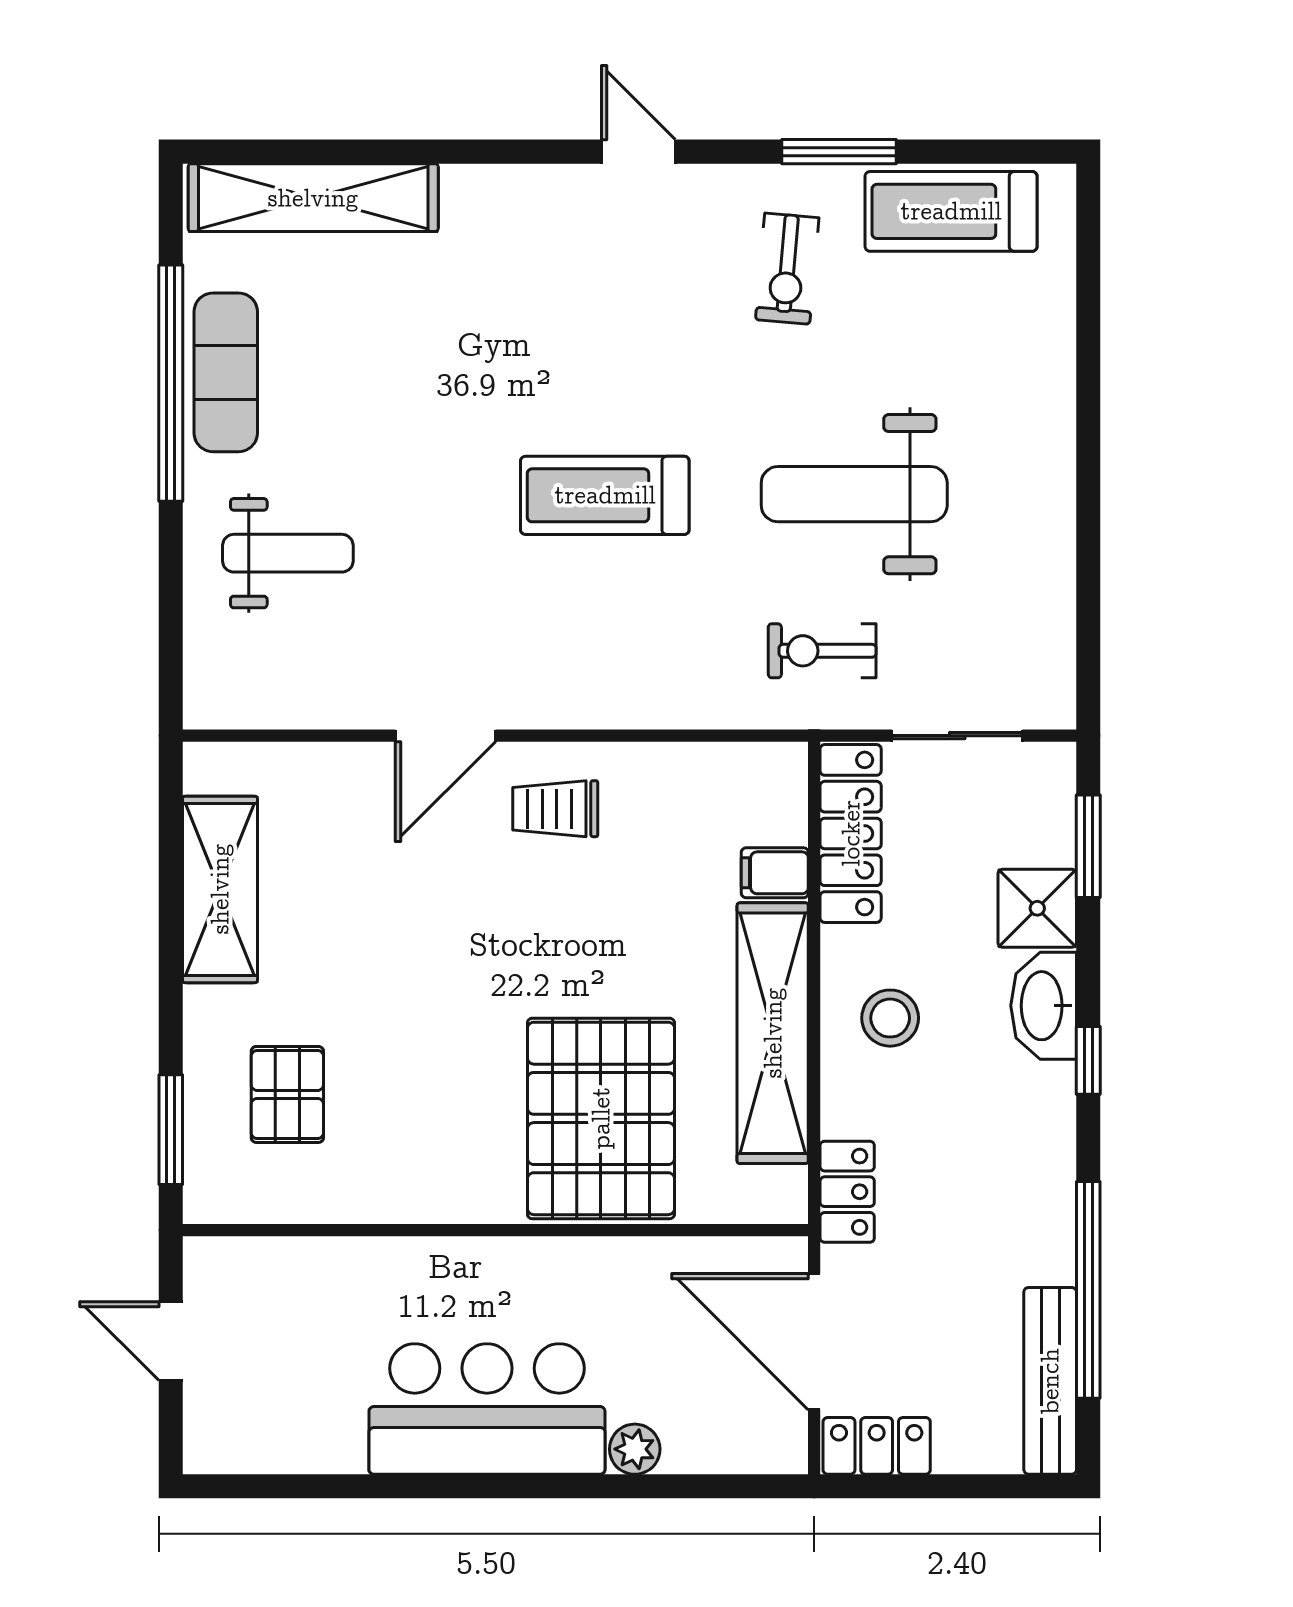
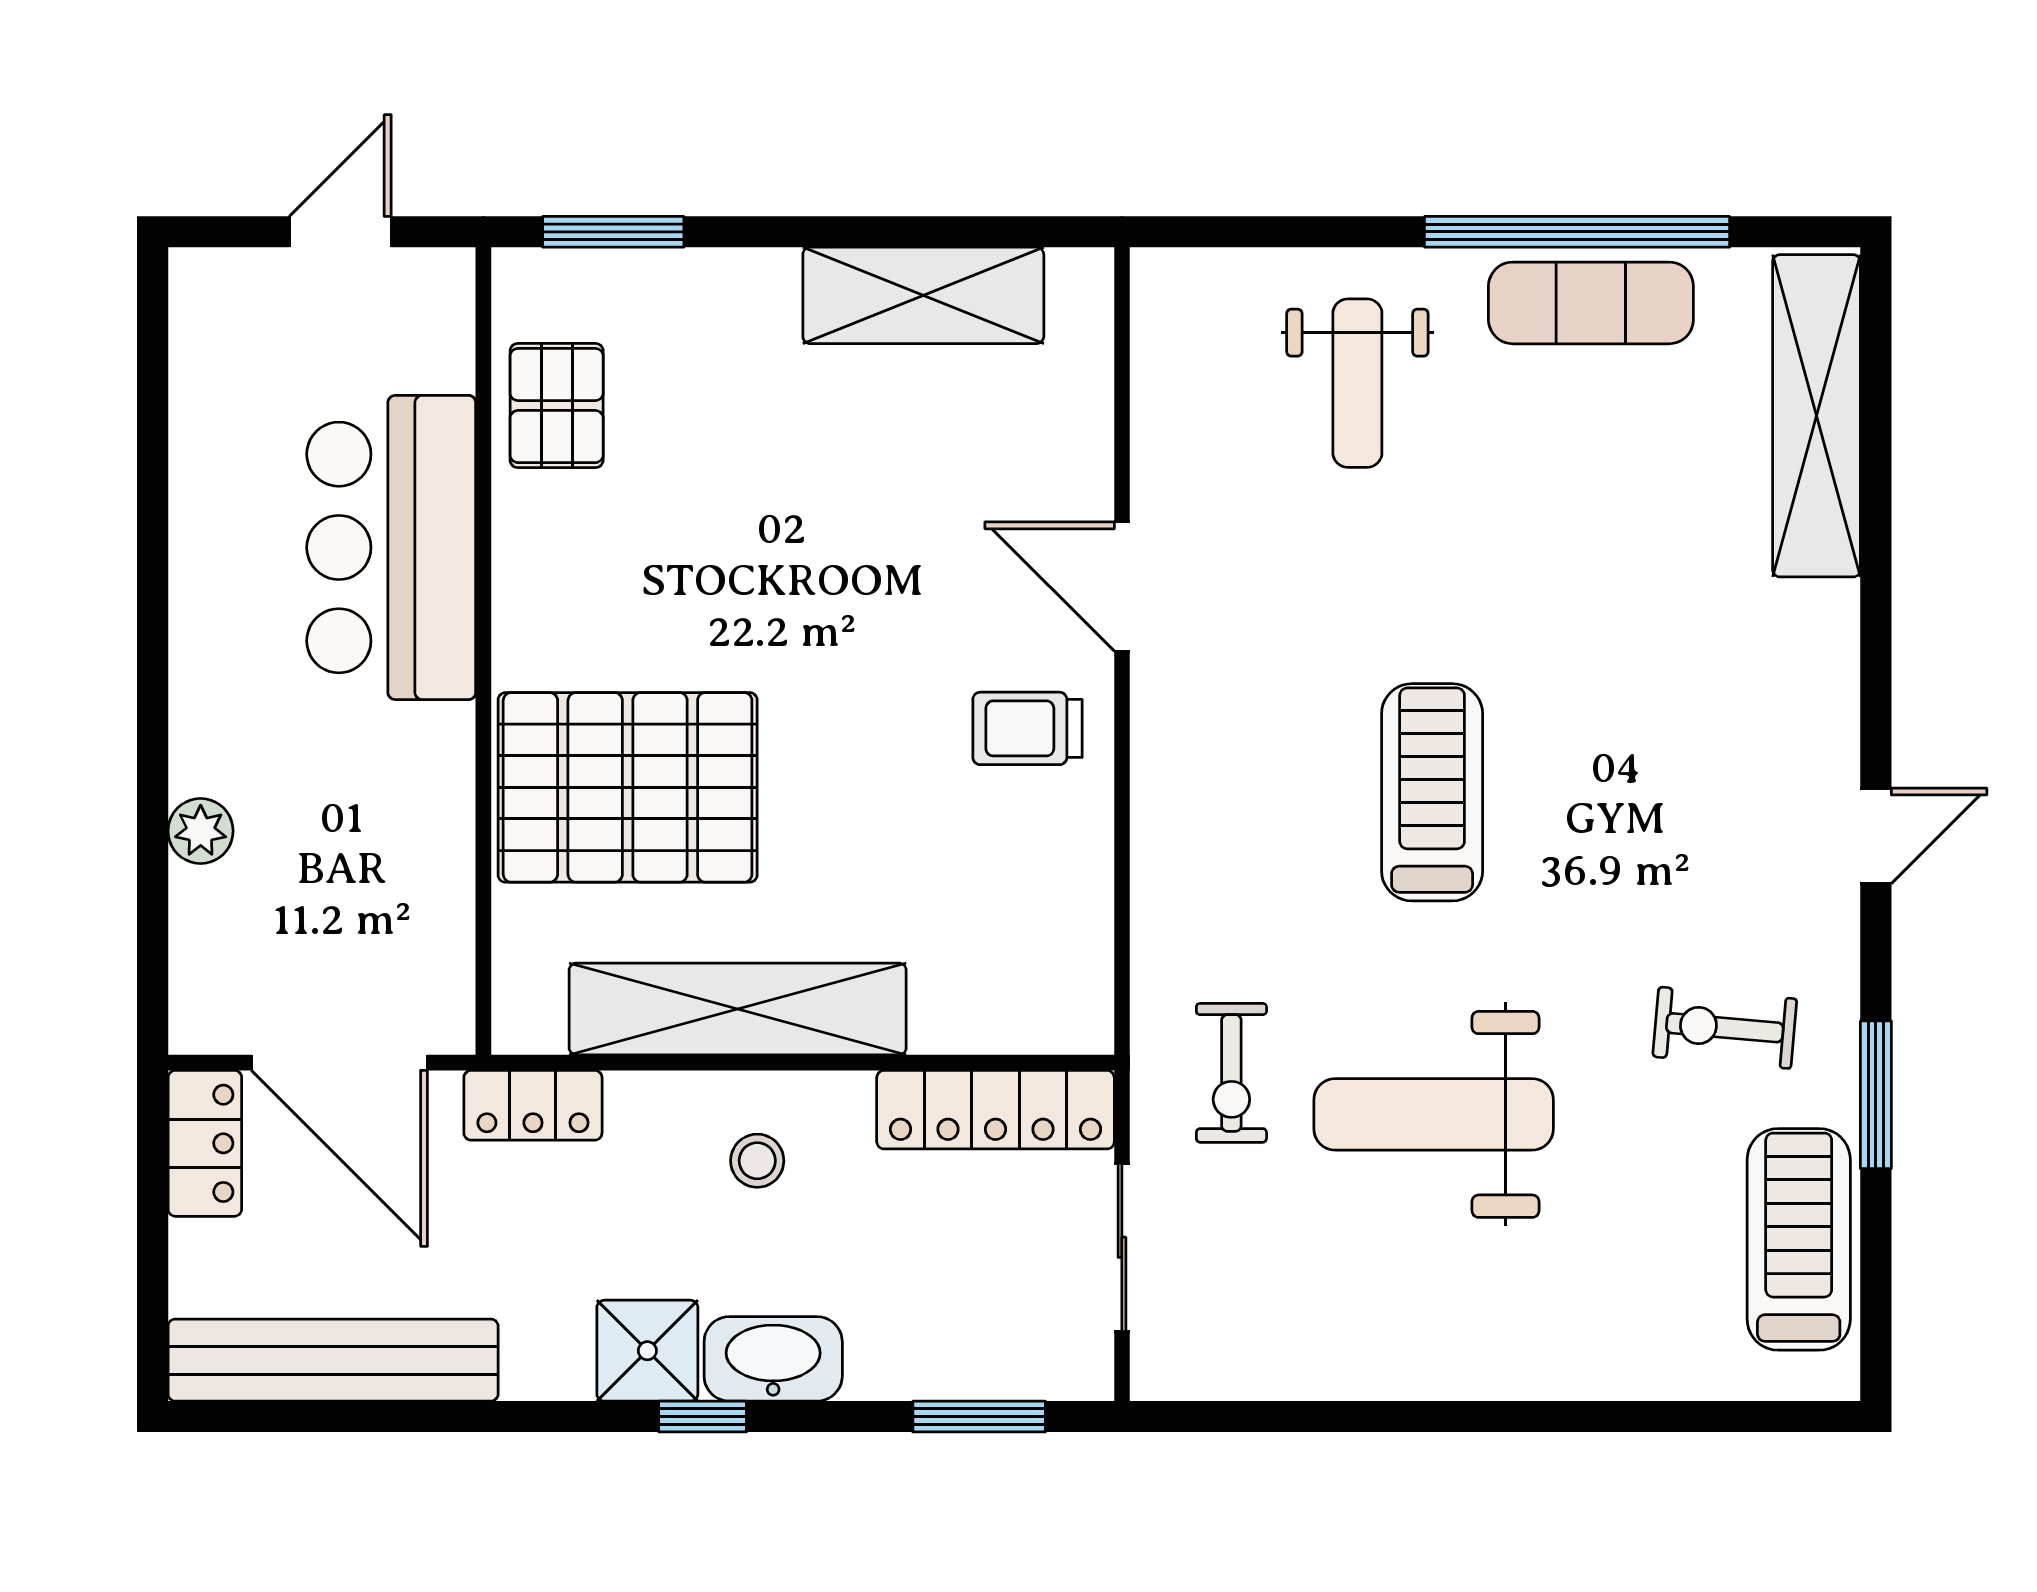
weight bench: (854, 494) -> (1434, 1114), turned -90
exercise bike: (822, 651) -> (1231, 1073), turned 180
trolley: (555, 809) -> (1027, 728), turned -90
filing cabinet: (775, 873) -> (945, 1012), removed
shower: (1037, 908) -> (647, 1351), moved
stool: (890, 1018) -> (757, 1161), width x0.73, depth x0.73
pallet: (287, 1094) -> (557, 406), moved, turned 90
window: (1088, 1290) -> (406, 1417), removed
door: (814, 1342) -> (339, 1063), swing flipped
bench: (1050, 1381) -> (333, 1360), width x1.37, depth x1.21
bar counter: (487, 1409) -> (391, 547), moved, turned 180

